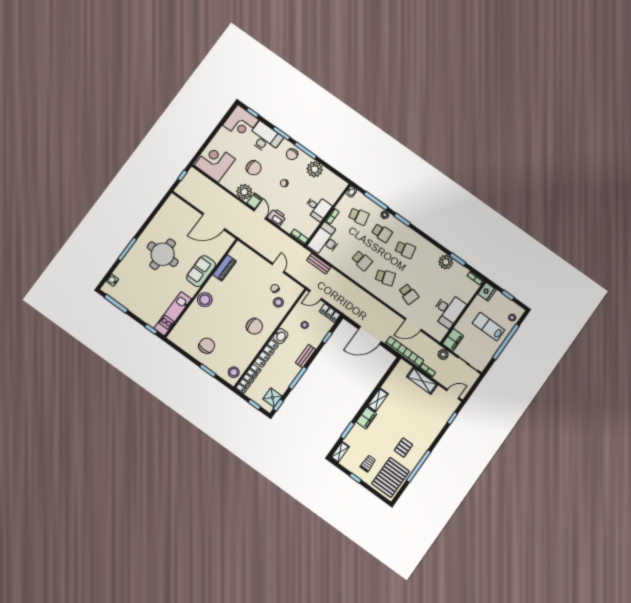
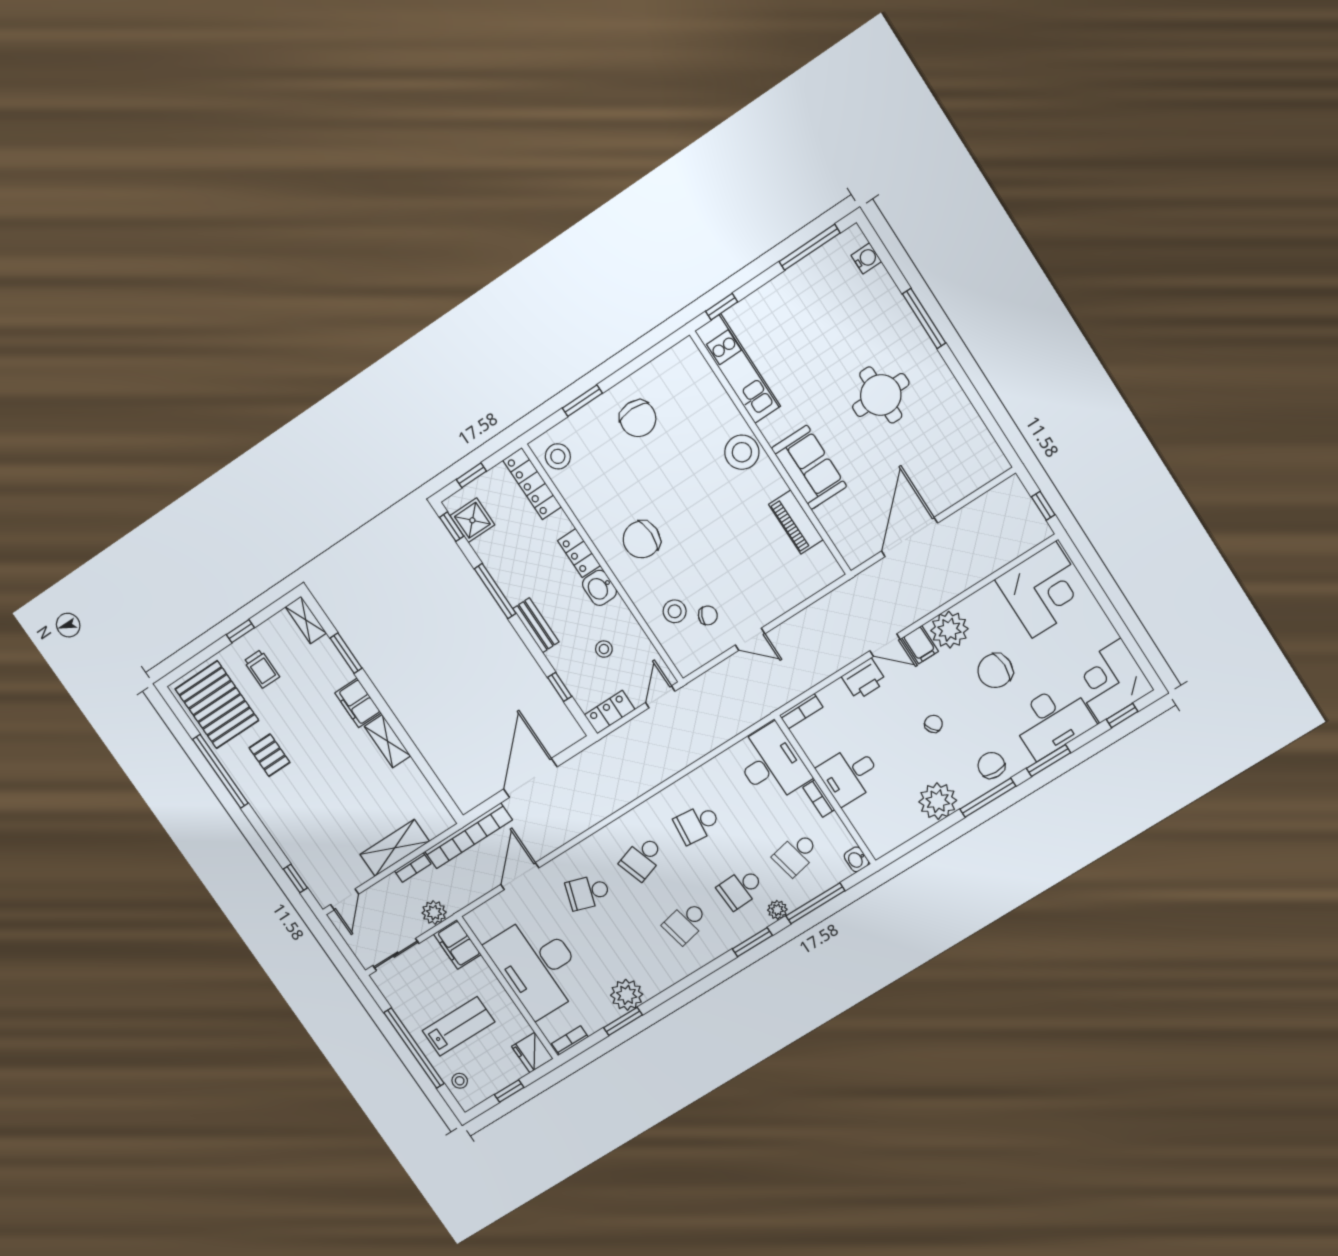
round table: (163, 254) -> (881, 395), width x0.73, depth x0.73
bench: (319, 264) -> (726, 730), removed
desk: (448, 310) -> (537, 966), width x1.36, depth x1.30
locker: (266, 353) -> (579, 553), width x0.66

